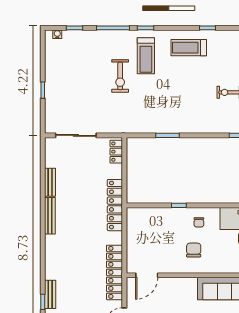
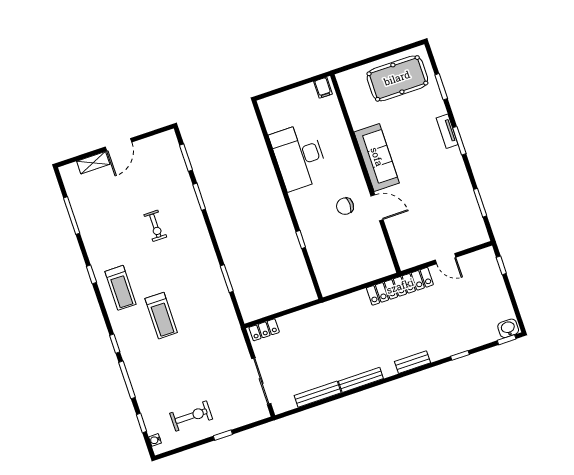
treadmill: (146, 56) -> (161, 316), moved, turned 90
exercise bike: (120, 76) -> (191, 416), moved
bench: (50, 182) -> (318, 394), width x1.36
locker: (115, 205) -> (324, 311), removed
chair: (199, 222) -> (312, 211), removed
door: (147, 275) -> (377, 208), moved
bench: (50, 294) -> (413, 362), moved

